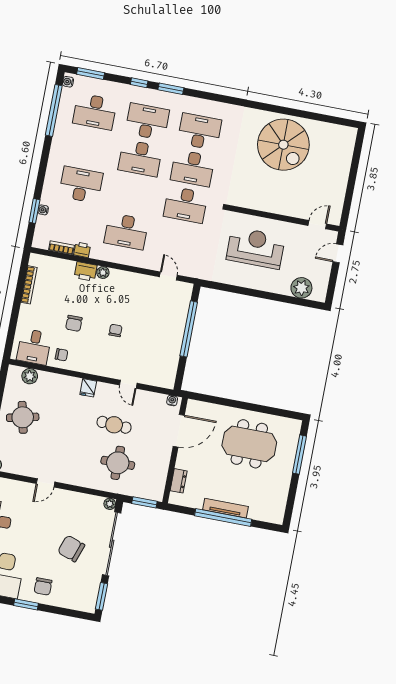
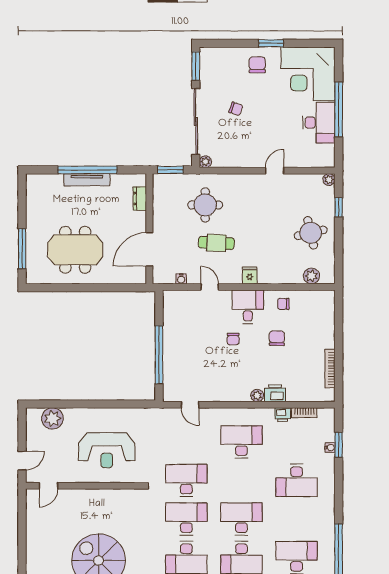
desk: (34, 347) -> (248, 307), moved
water cooler: (172, 401) -> (181, 279), moved
chair: (71, 549) -> (236, 109), width x0.54, depth x0.54

